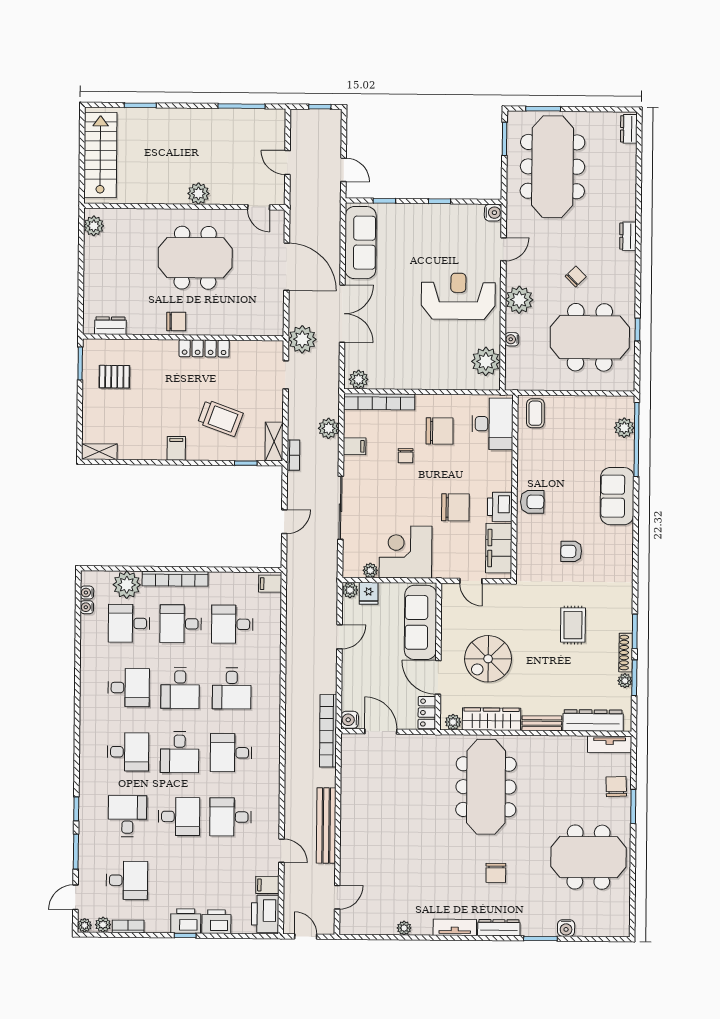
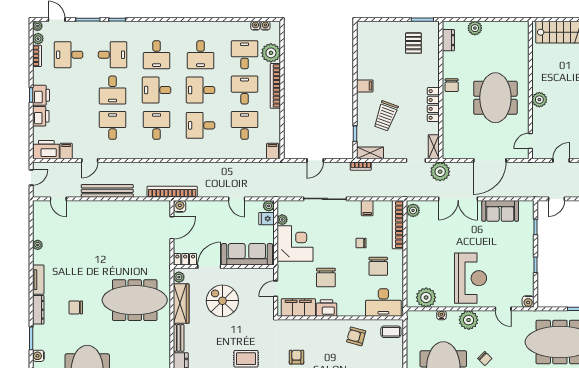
plant: (94, 226) -> (475, 28), moved
sofa: (360, 243) -> (500, 211), width x0.73
plant: (329, 428) -> (379, 190), removed
shelving: (99, 452) -> (434, 147), moved
armchair: (532, 502) -> (356, 336), moved, turned 105
door: (284, 522) -> (315, 160), hinge flipped
desk: (127, 880) -> (69, 55), turned 90

